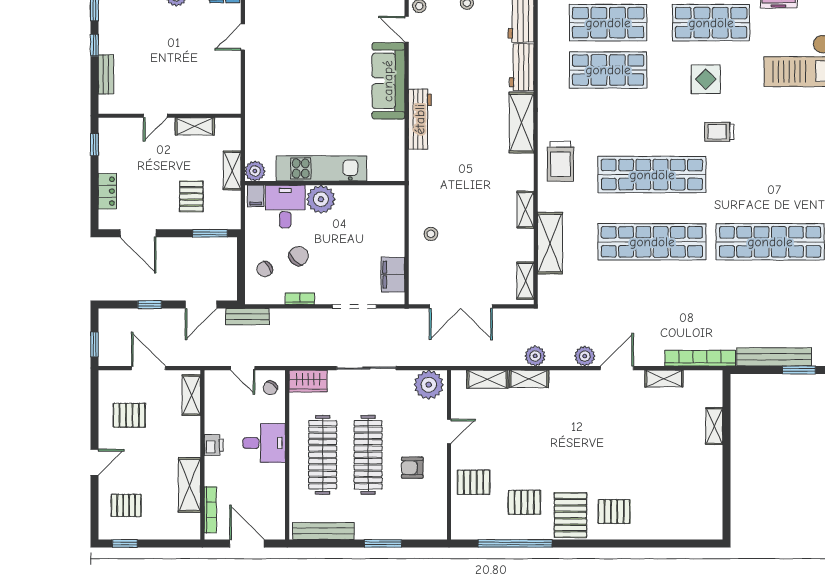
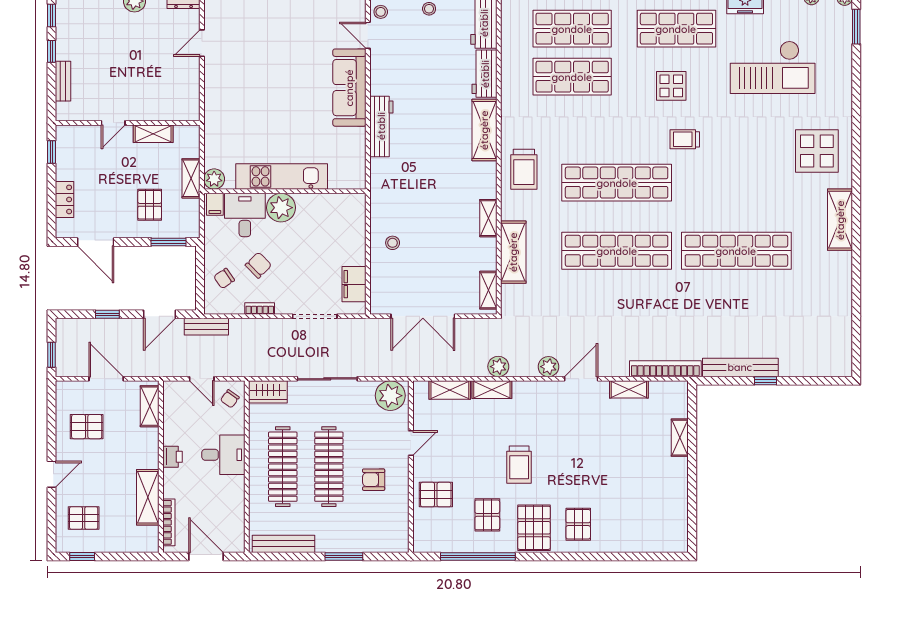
window: (799, 370) -> (766, 381), width x0.67
trolley: (556, 453) -> (519, 465), added
pallet: (524, 502) -> (487, 515), turned 90
pallet: (614, 511) -> (578, 524), turned 90

